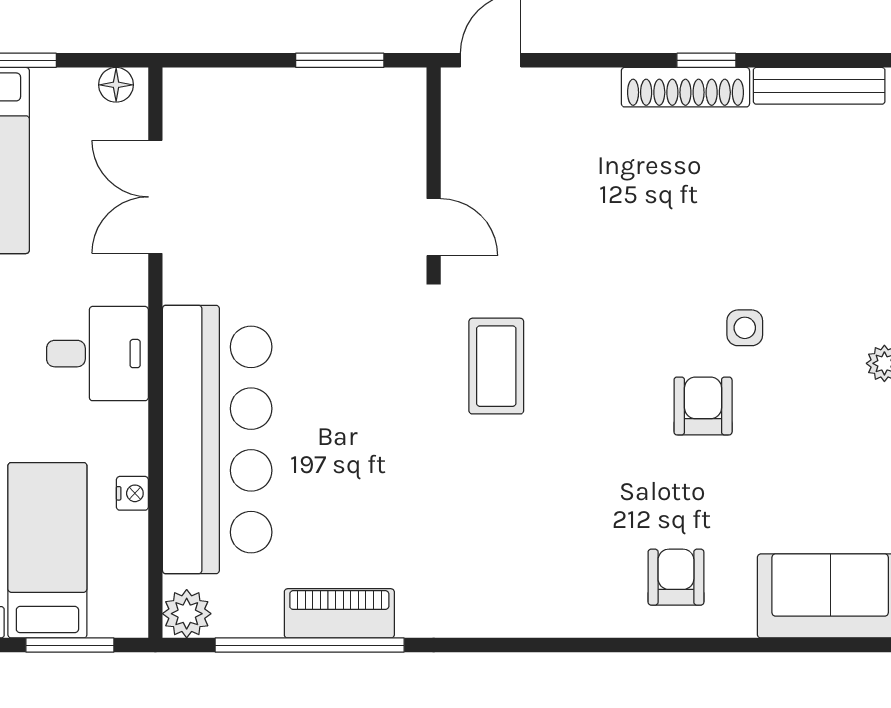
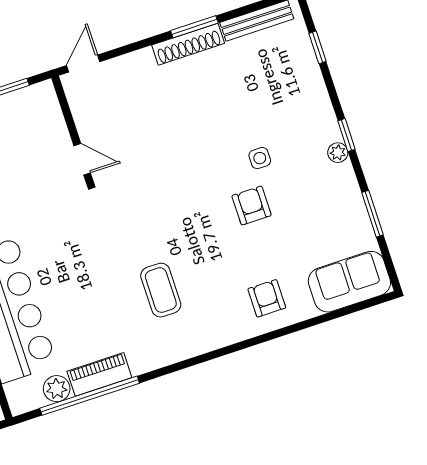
window: (706, 60) -> (194, 27), width x1.50
coffee table: (496, 366) -> (161, 290), moved
plant: (187, 614) -> (57, 389), moved

